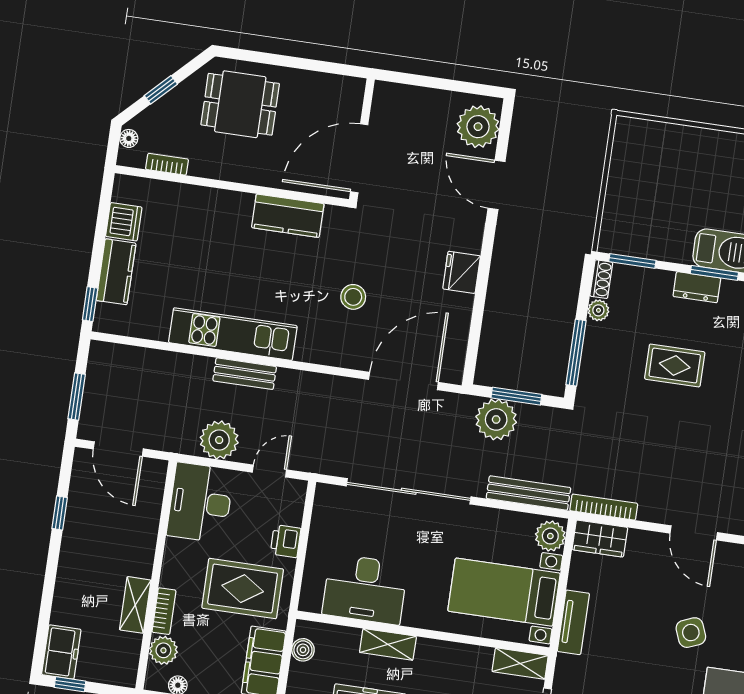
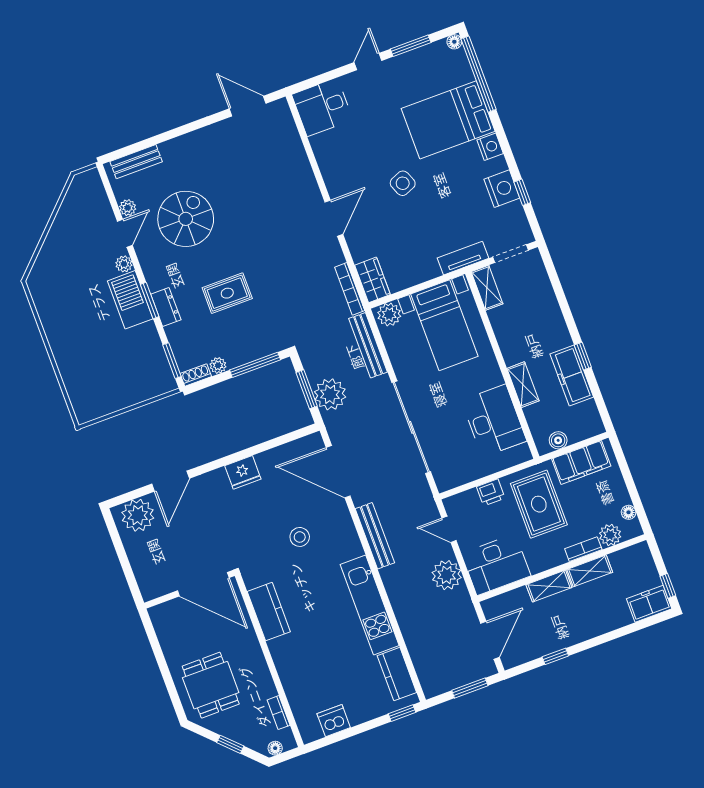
kitchen counter: (116, 272) -> (397, 674), moved, turned -90
rug: (675, 365) -> (227, 293), turned 90
bench: (245, 374) -> (375, 536), moved, width x1.36
shelving: (143, 549) -> (549, 586), added
tv unit: (573, 622) -> (463, 258), moved

